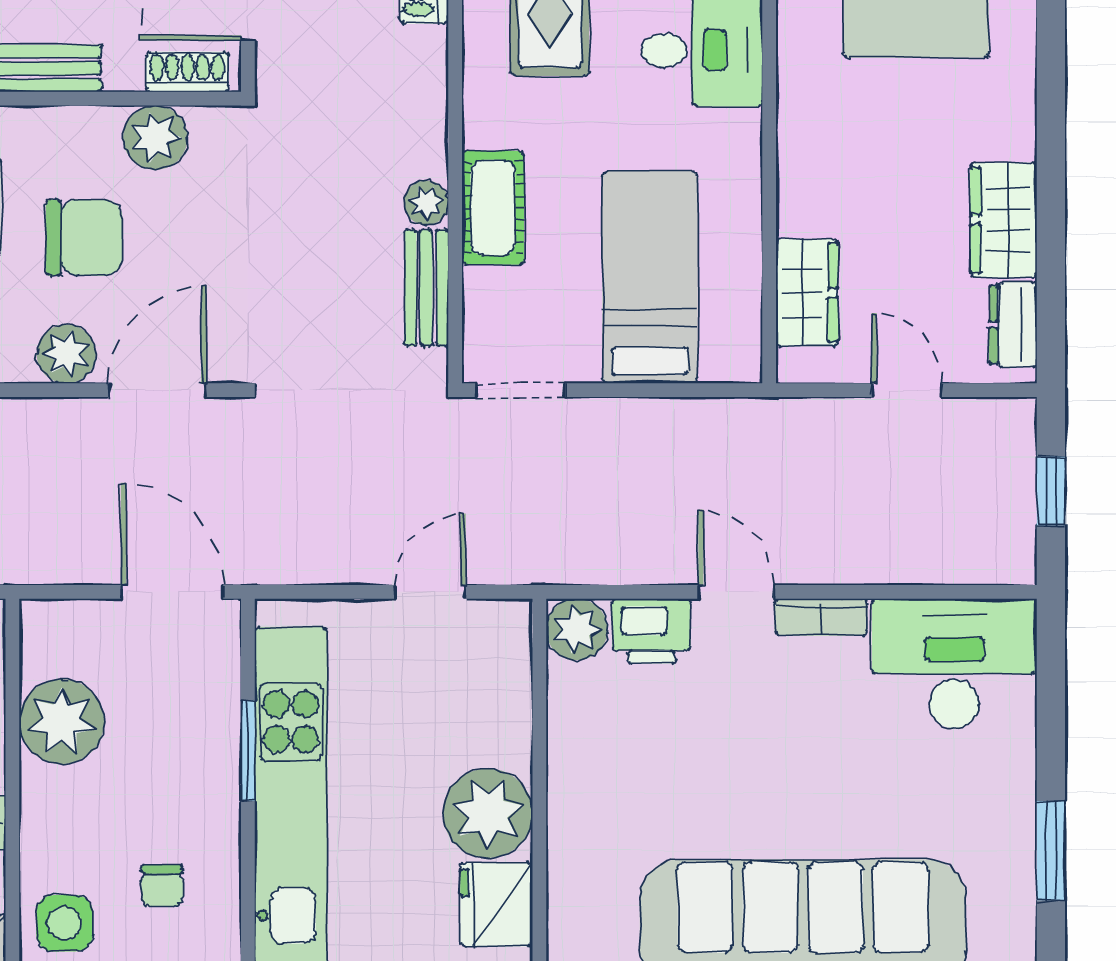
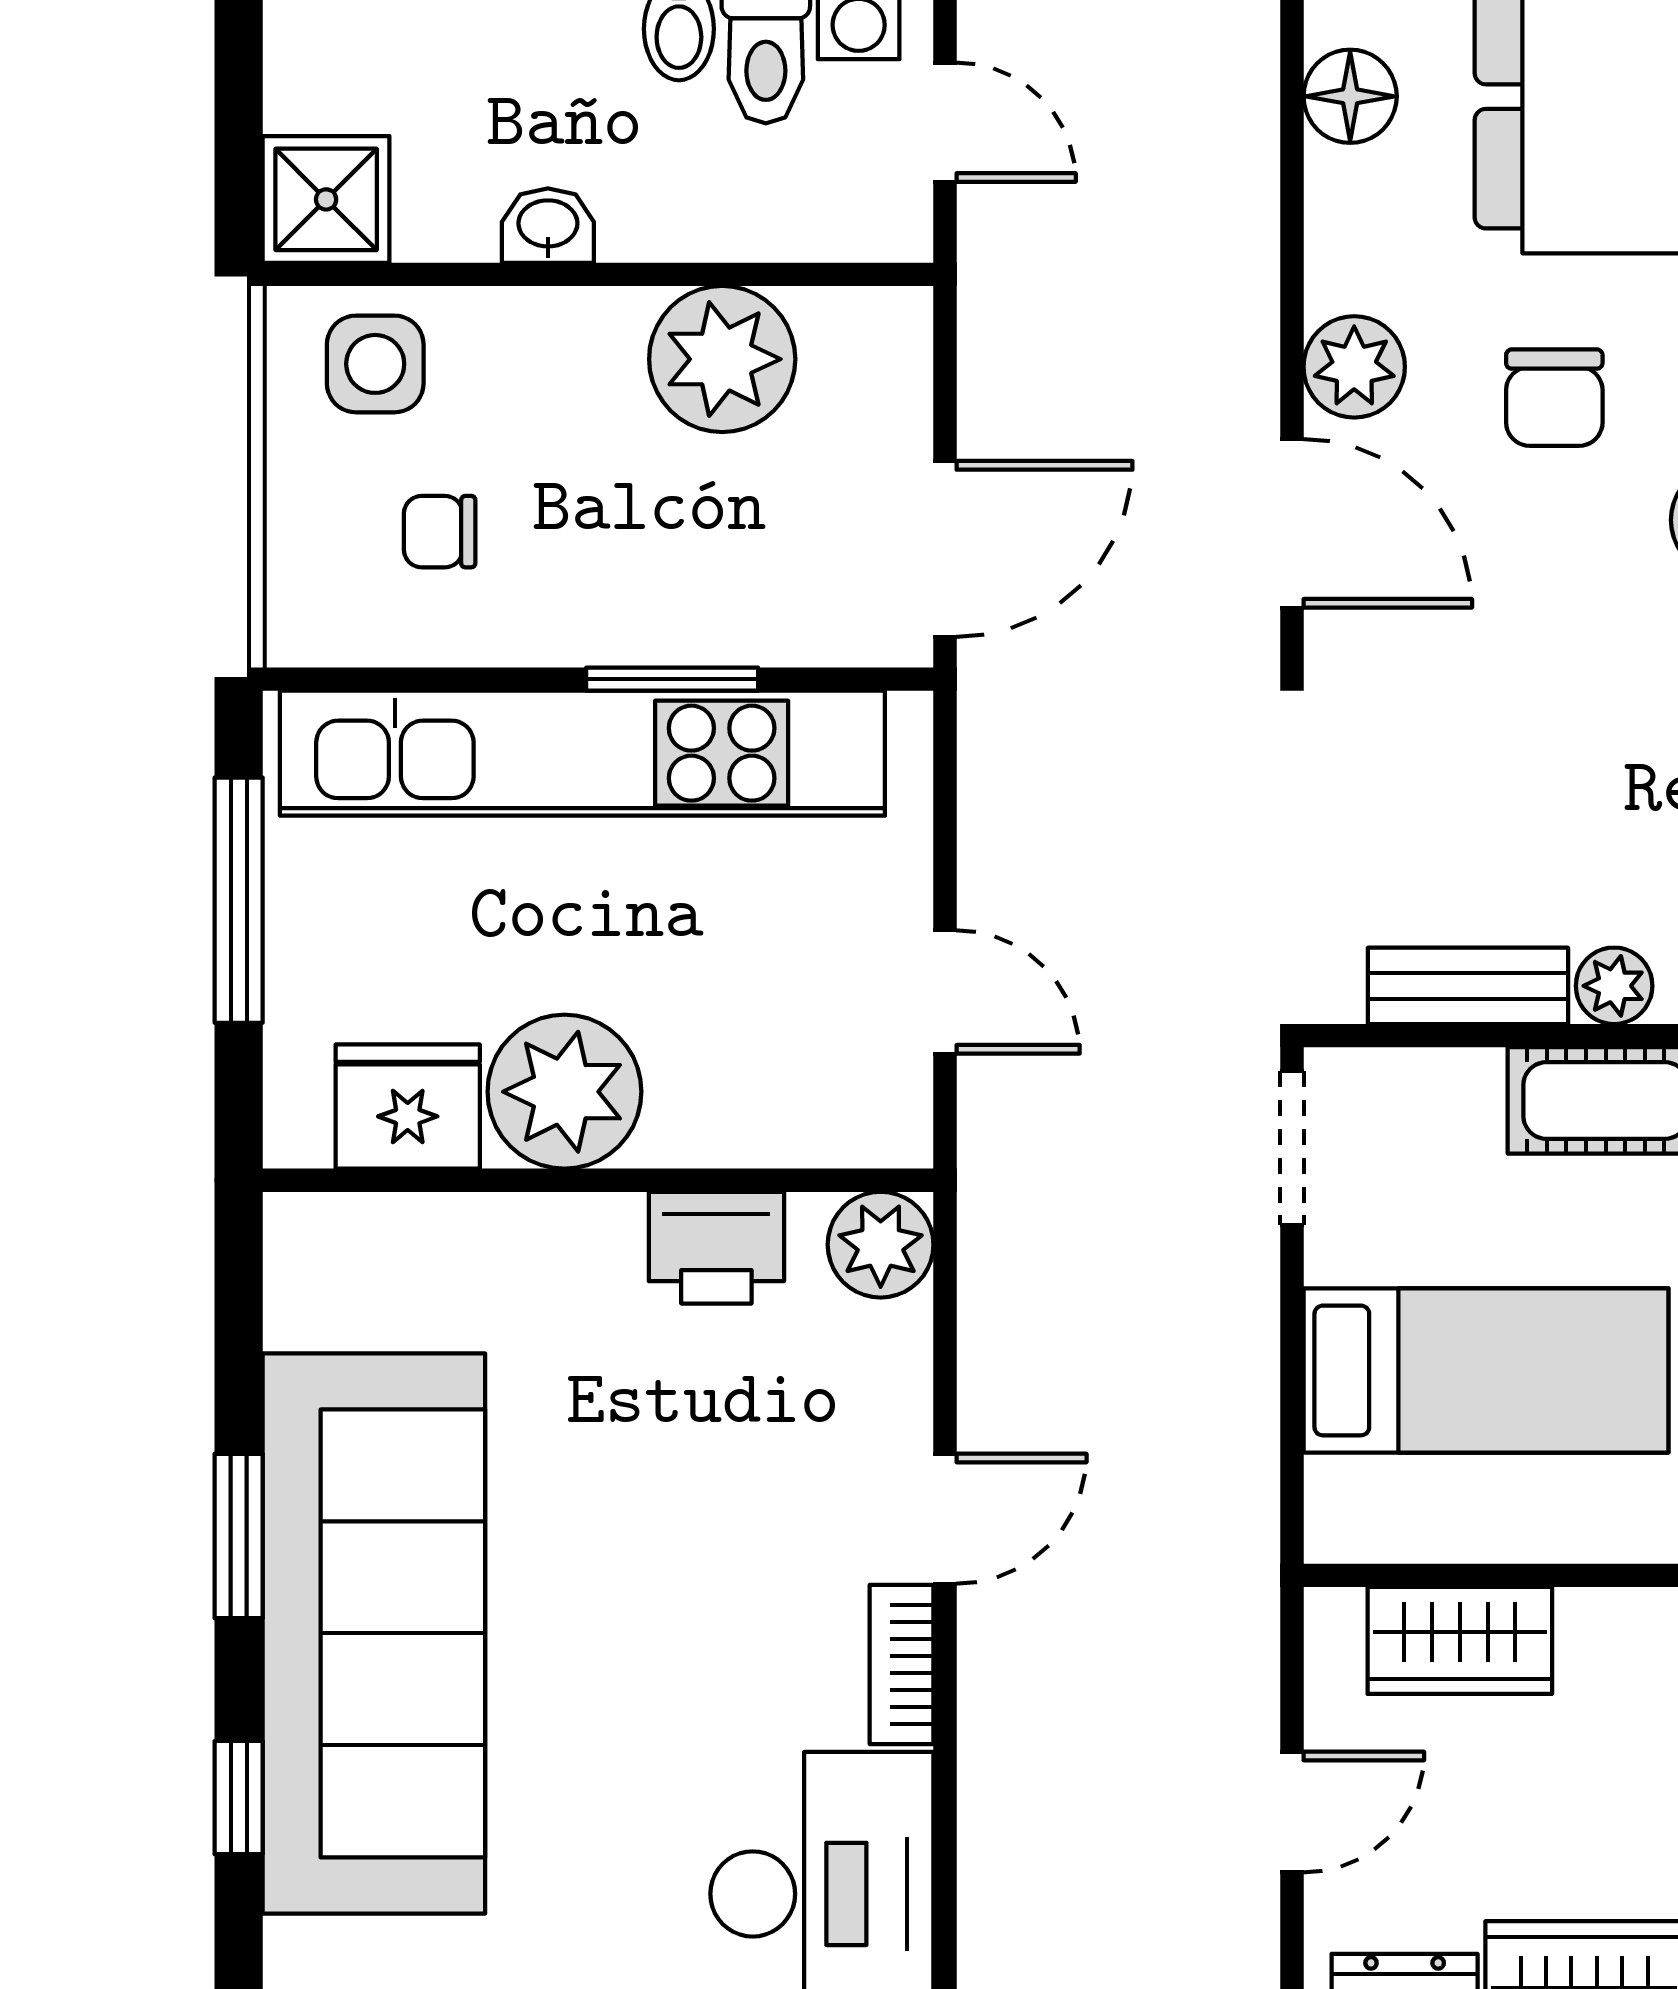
chair: (84, 238) -> (1554, 398), width x0.73, depth x0.73
printer: (651, 631) -> (716, 1248), moved, turned -90

